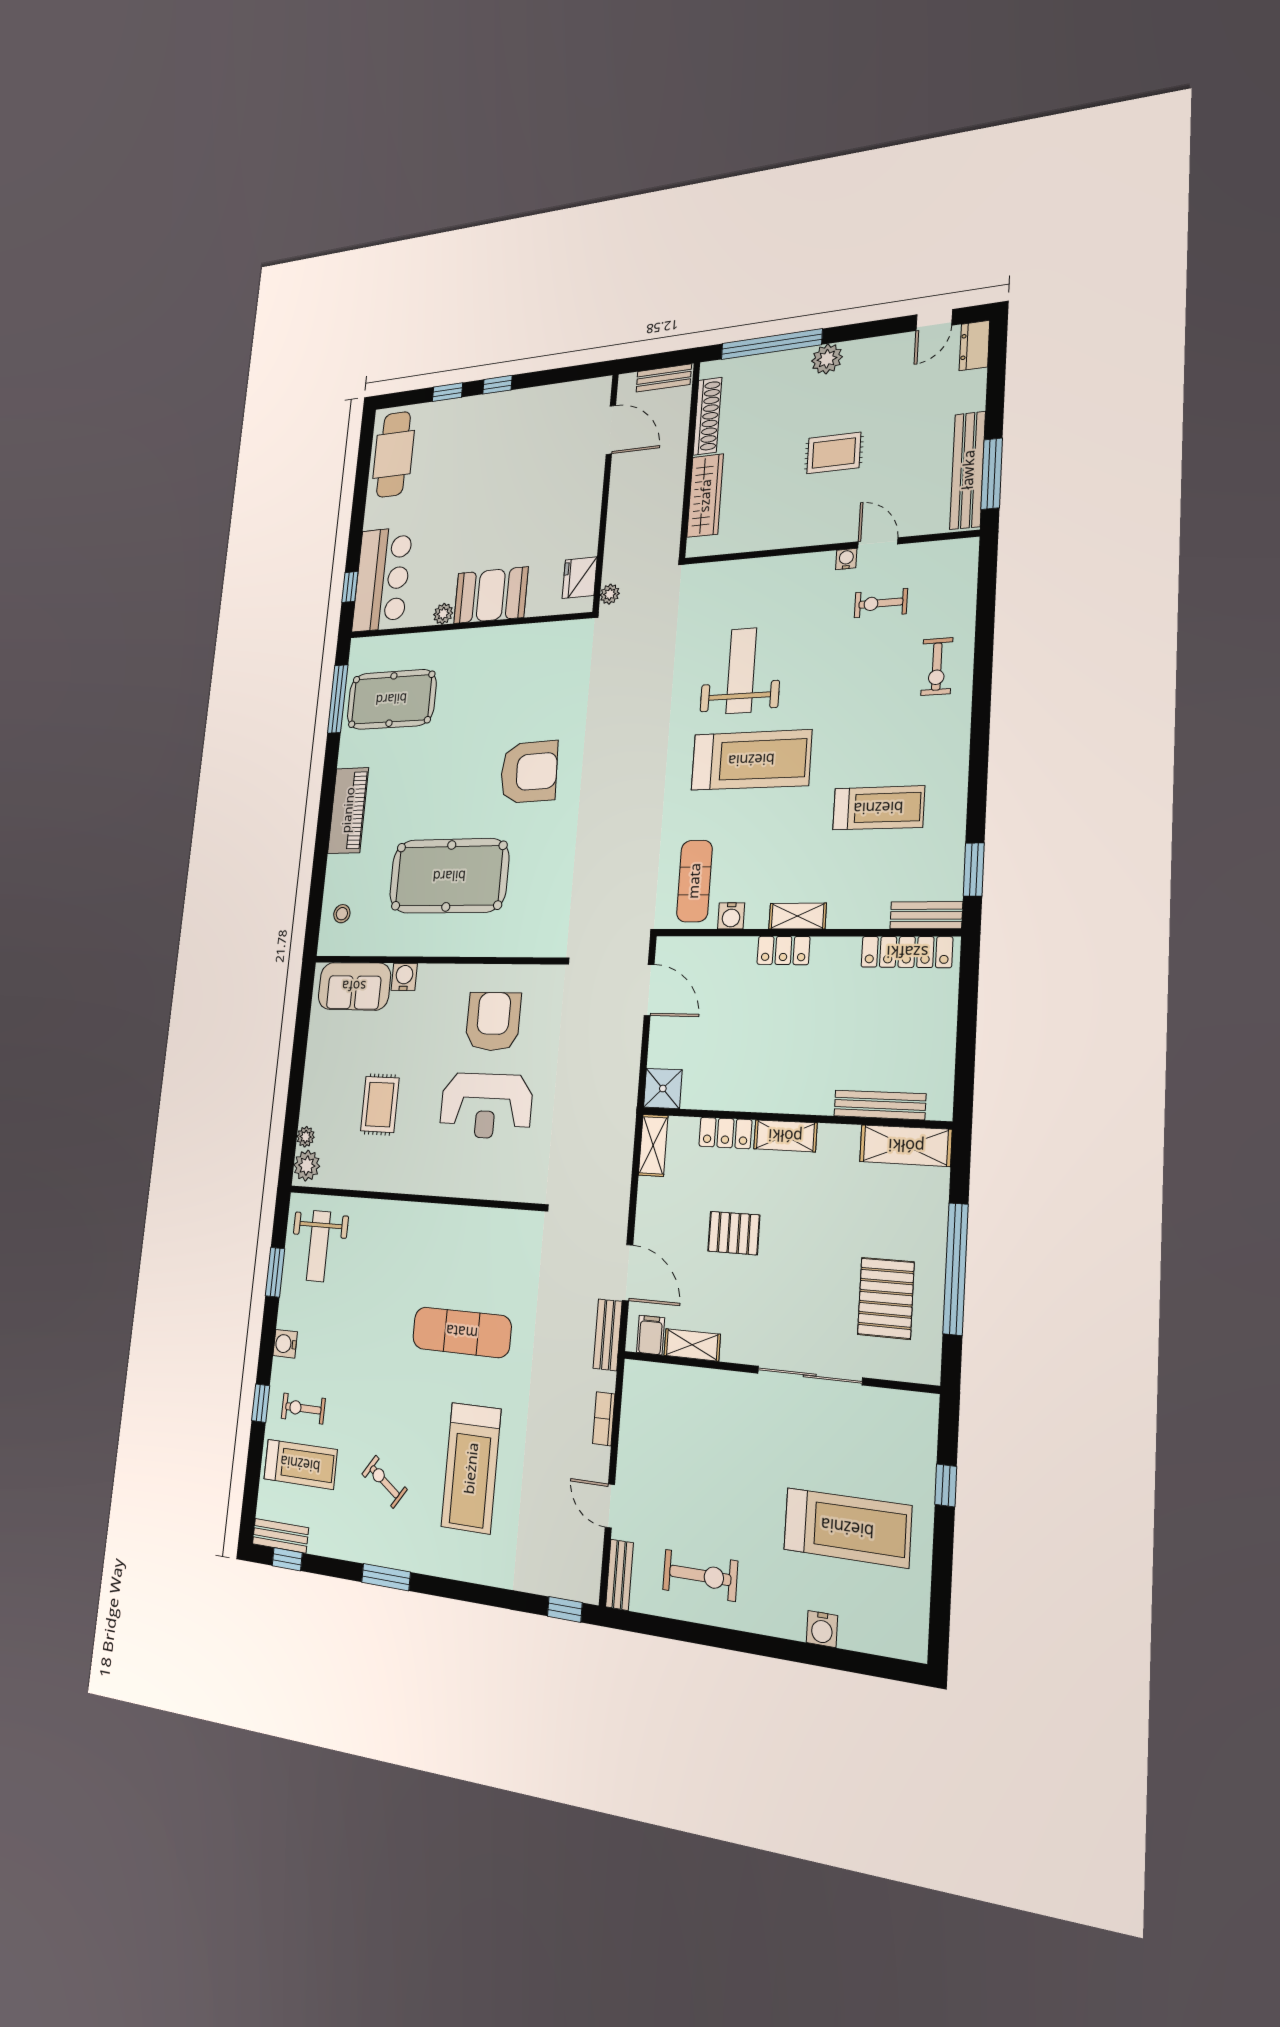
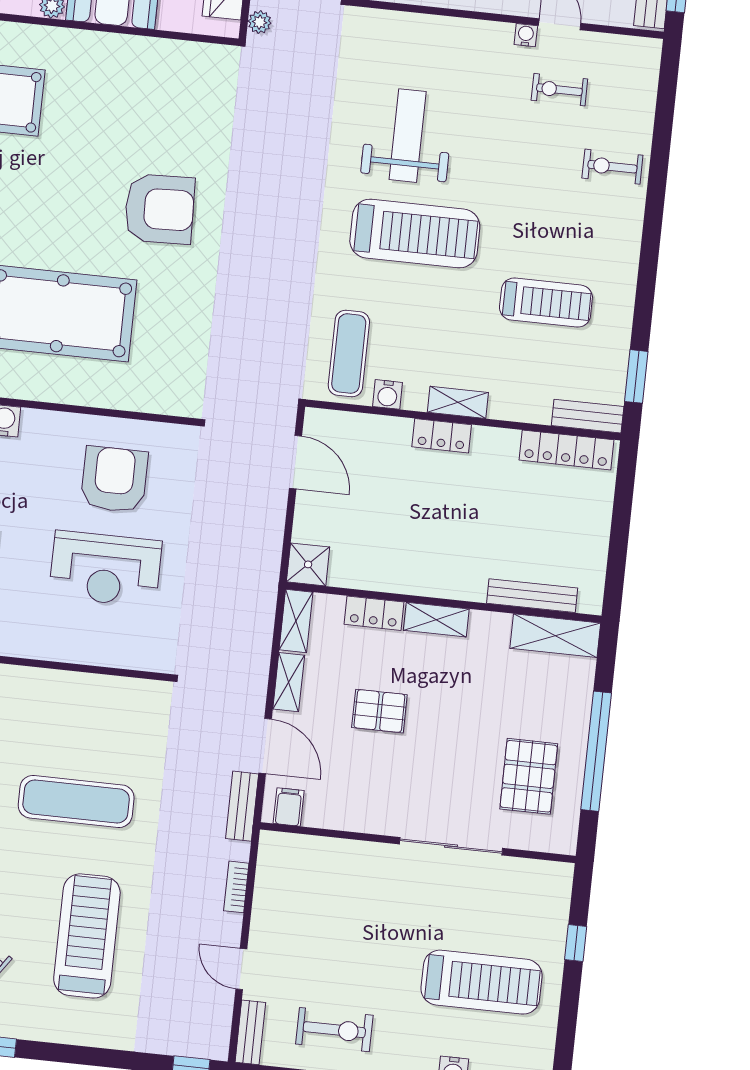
exercise bike: (937, 667) -> (612, 167), turned 90
shelving: (692, 1345) -> (289, 682), moved, turned 90
treadmill: (471, 1468) -> (87, 936), turned 180

